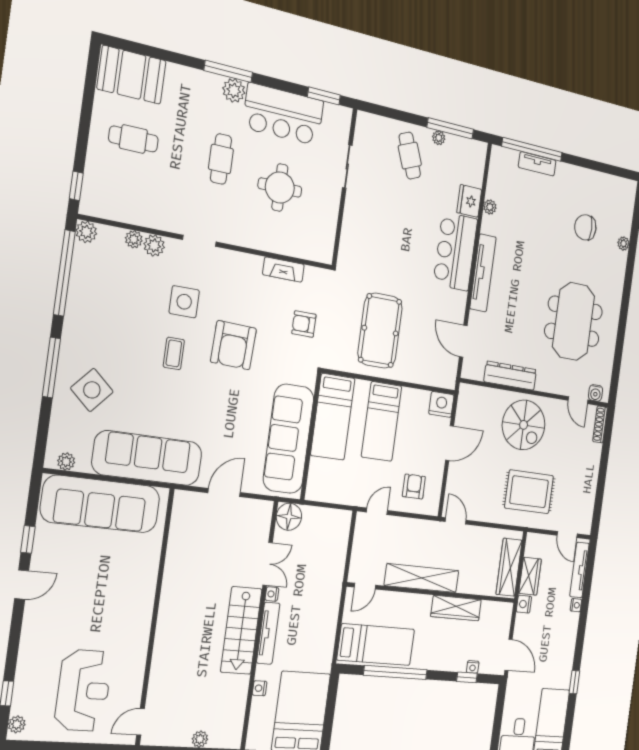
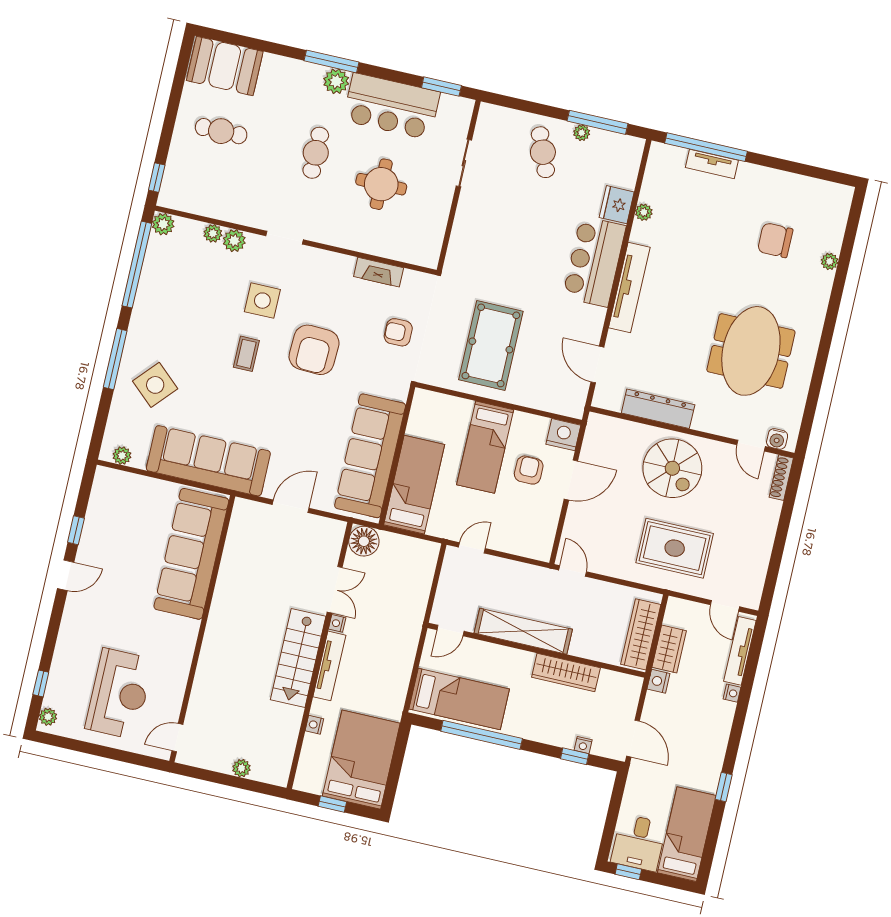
bed: (333, 417) -> (414, 485), moved, turned 180
armchair: (414, 486) -> (529, 470), moved
sofa: (101, 504) -> (191, 554), moved, turned 90

